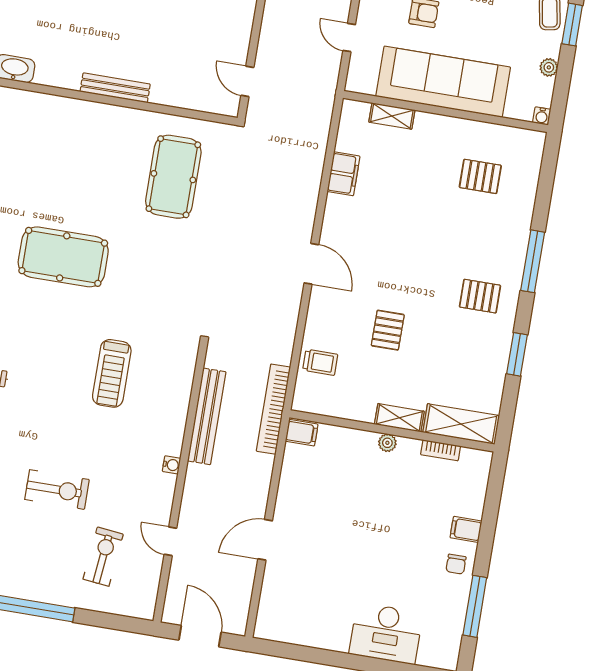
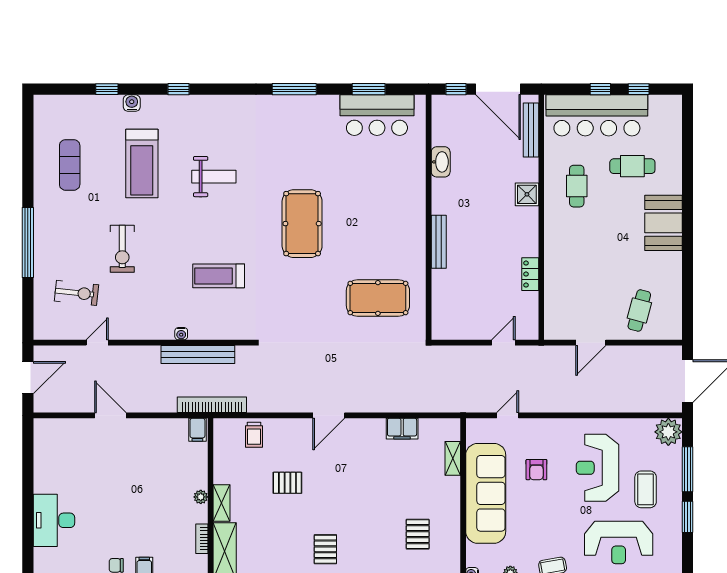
door: (247, 81) -> (503, 343), moved
water cooler: (171, 465) -> (181, 334), moved

